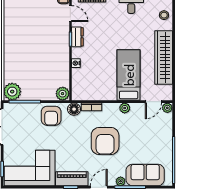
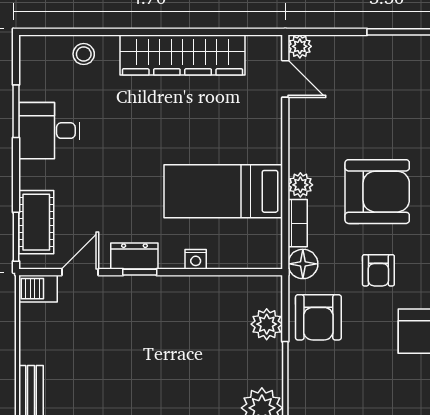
bed: (129, 75) -> (223, 191), moved
plant: (63, 94) -> (267, 324), moved
plant: (125, 108) -> (300, 185), moved
armchair: (51, 116) -> (318, 317), turned 90
armchair: (71, 142) -> (378, 270), added

